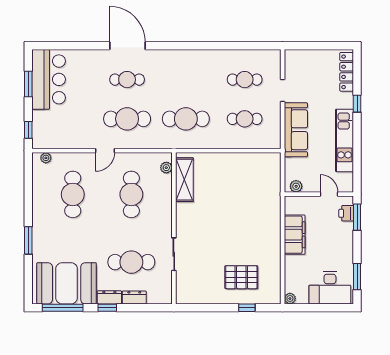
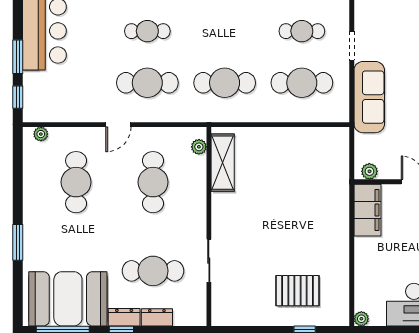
window: (28, 84) -> (18, 57), moved
cafe table: (245, 119) -> (302, 83), width x1.37, depth x1.35
filing cabinet: (295, 235) -> (367, 210), moved

